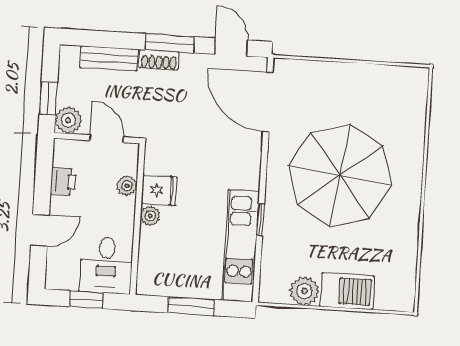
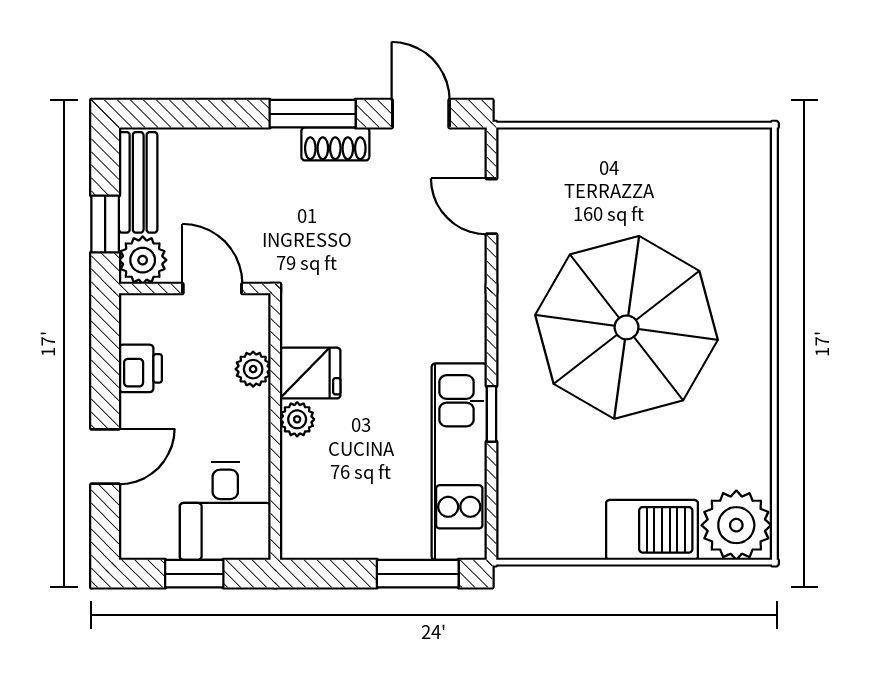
bench: (109, 58) -> (138, 182), moved, turned 90
shoe rack: (159, 60) -> (335, 144), moved
door: (268, 102) -> (492, 206), width x0.53
plant: (305, 291) -> (736, 525), moved, width x1.36, depth x1.36
window: (191, 306) -> (418, 574), moved

